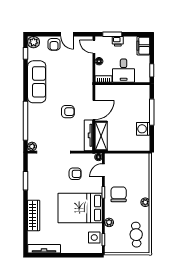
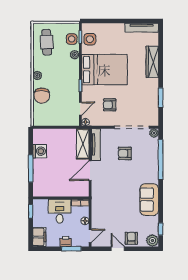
door: (94, 47) -> (90, 236), hinge flipped
sofa: (37, 82) -> (149, 200), width x0.73
armchair: (68, 112) -> (125, 153), moved
chair: (119, 194) -> (42, 96), moved
side table: (112, 238) -> (72, 39), added

